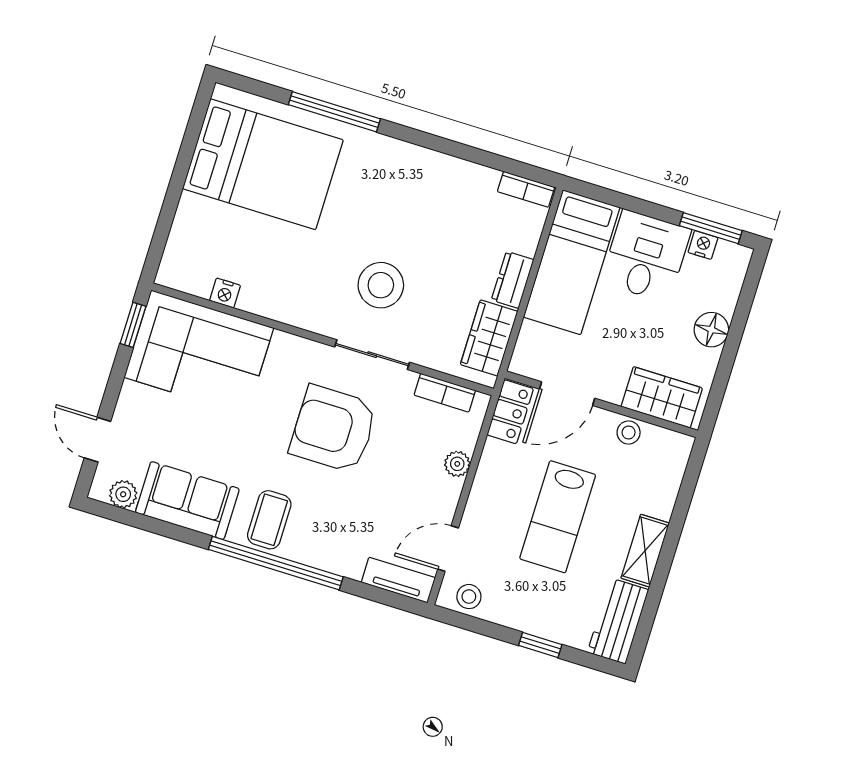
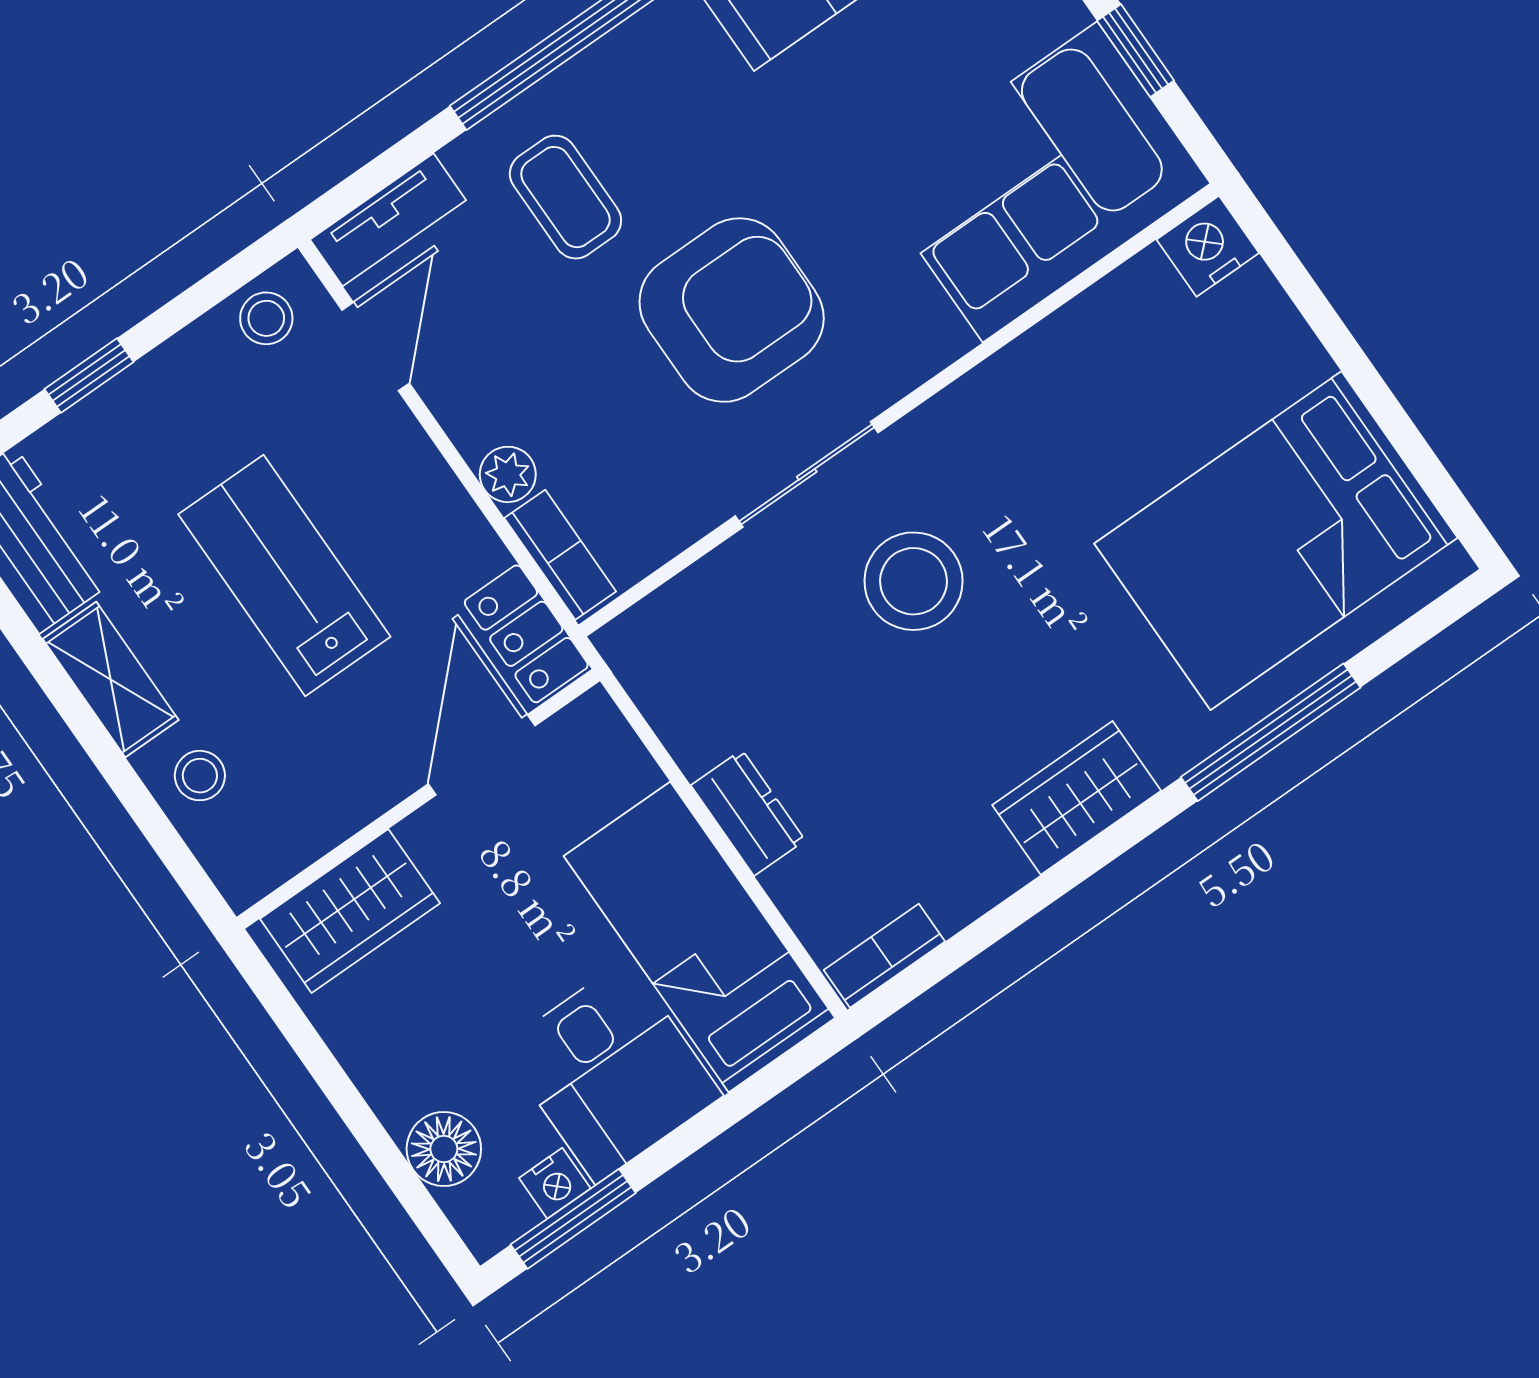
nightstand: (225, 293) -> (1208, 246), moved, width x1.39, depth x1.35
window: (133, 325) -> (1136, 51), moved
floor lamp: (711, 330) -> (444, 1149), moved
wardrobe: (489, 338) -> (1077, 798), moved, turned -90
bookcase: (445, 393) -> (560, 555), moved, turned 90
stool: (629, 432) -> (200, 776), moved
coffee table: (269, 520) -> (565, 197), moved

